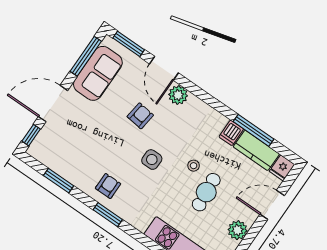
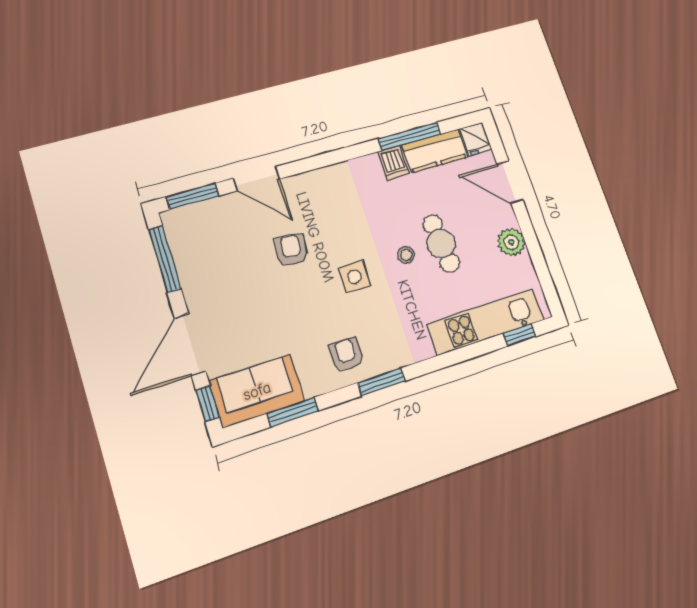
sofa: (98, 73) -> (257, 391), moved, turned -90
plant: (178, 95) -> (302, 187), removed
stool: (194, 166) -> (406, 255), moved
door: (272, 205) -> (510, 182), hinge flipped

